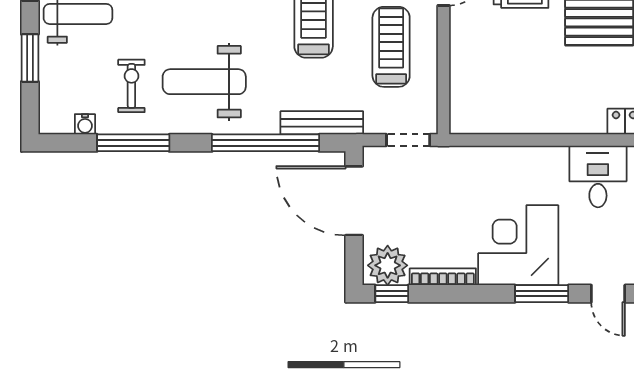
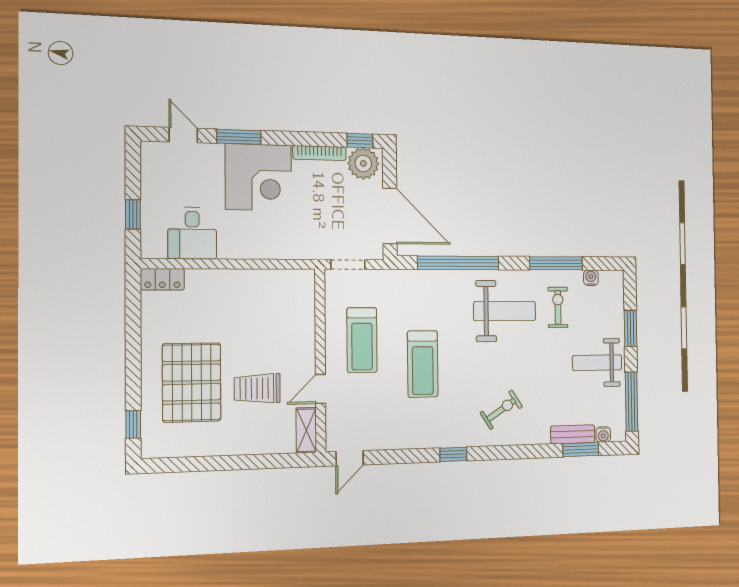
exercise bike: (131, 86) -> (558, 307), turned 180
bench: (322, 123) -> (415, 279), removed

